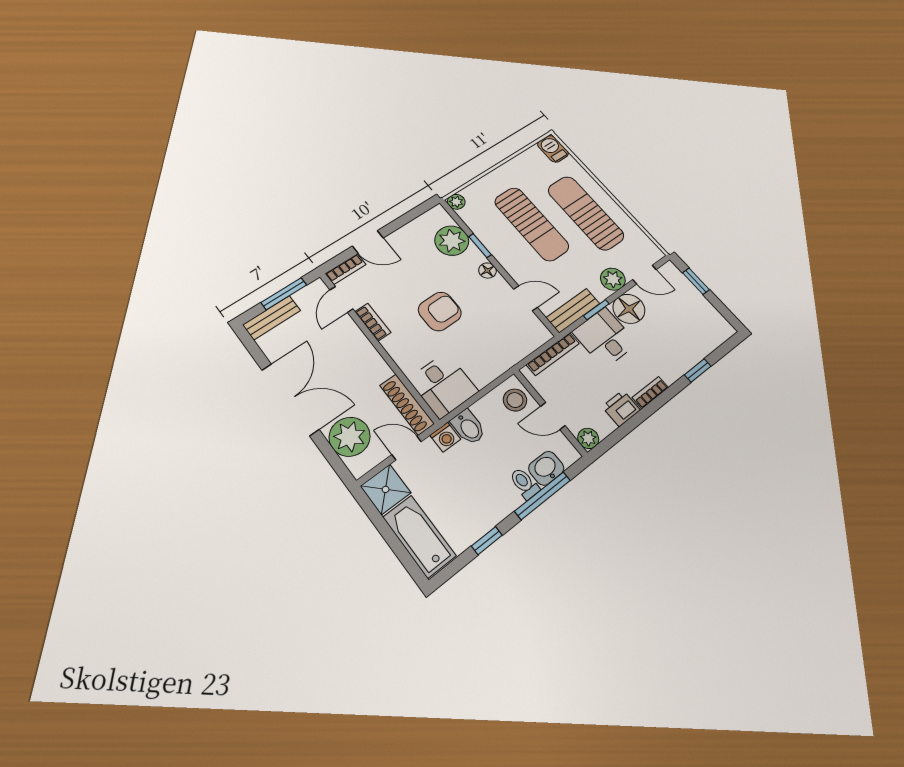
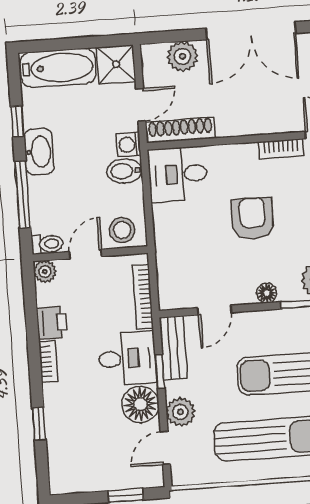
armchair: (440, 311) -> (253, 219), turned 180
plant: (350, 437) -> (182, 56), width x0.73, depth x0.73
washbasin: (546, 468) -> (39, 152), moved, width x1.38
toilet: (524, 483) -> (47, 244), moved

